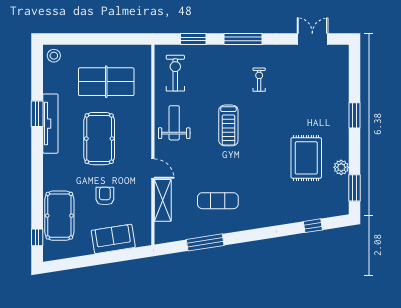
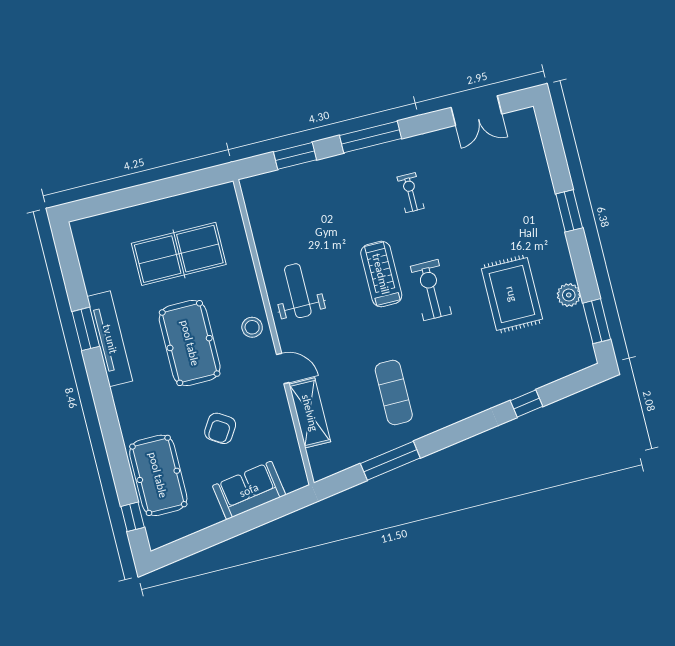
double door: (312, 39) -> (476, 111), swing flipped
stool: (54, 56) -> (252, 327), moved
exercise bike: (175, 73) -> (431, 290), moved
treadmill: (228, 125) -> (381, 274), turned 180
armchair: (105, 196) -> (220, 428), turned -148
exercise mat: (218, 201) -> (394, 392), turned 90
window: (313, 226) -> (526, 404), moved

